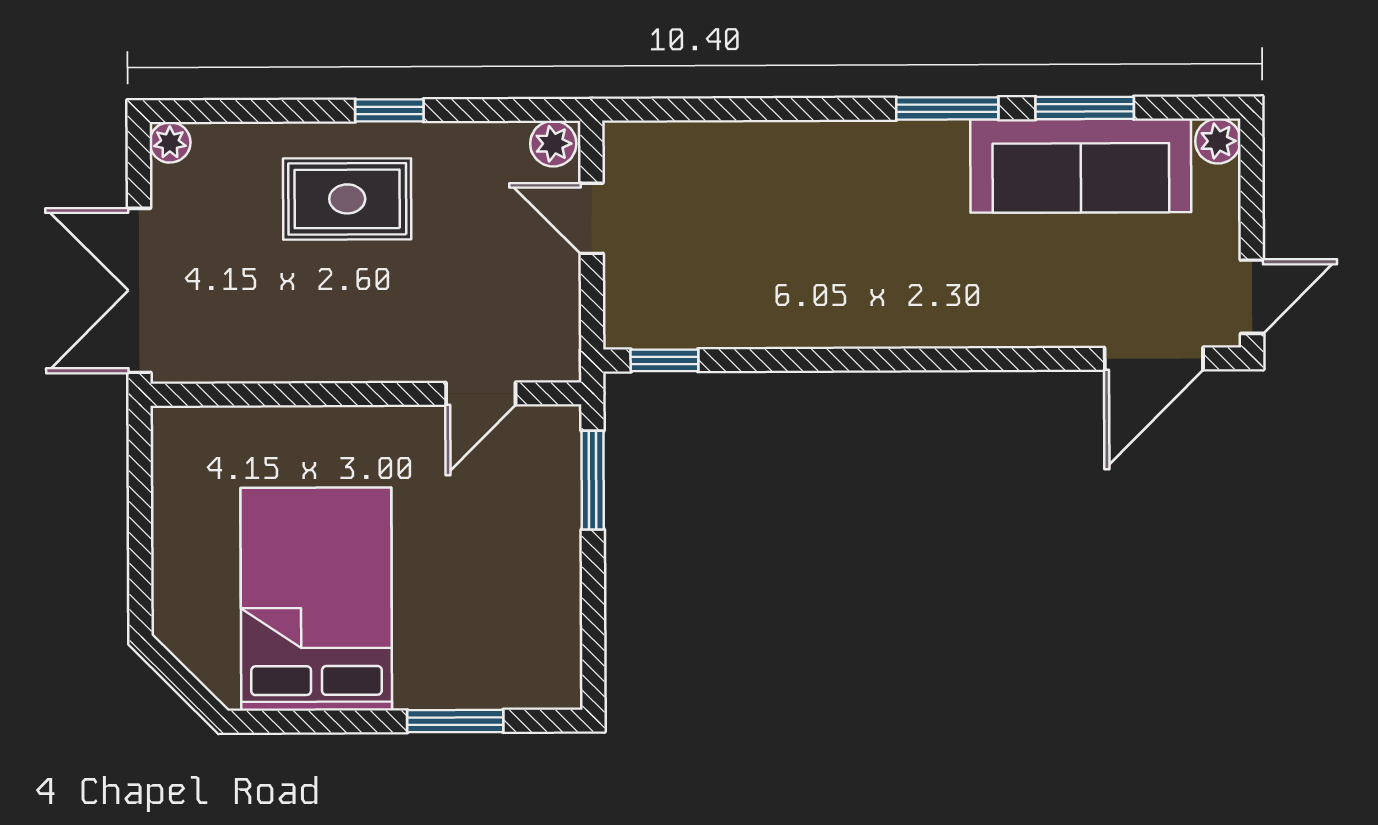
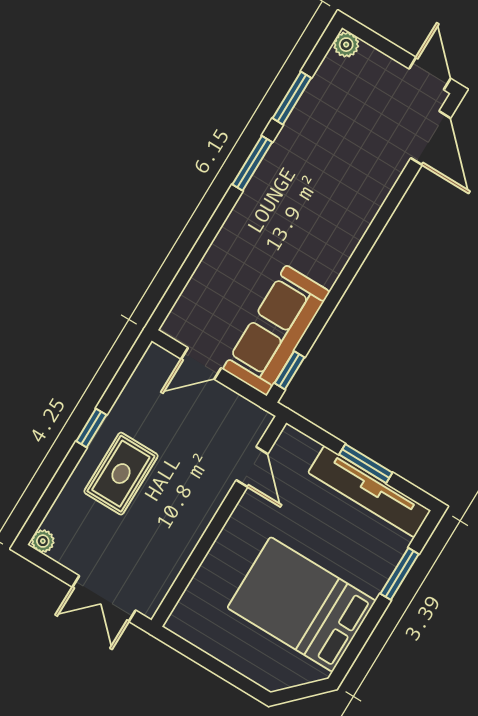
plant: (553, 144) -> (155, 360), removed
sofa: (1081, 166) -> (276, 330), moved, turned 180
double door: (139, 290) -> (104, 599), width x0.73
window: (593, 480) -> (366, 464), moved
tv unit: (553, 597) -> (369, 492), added

